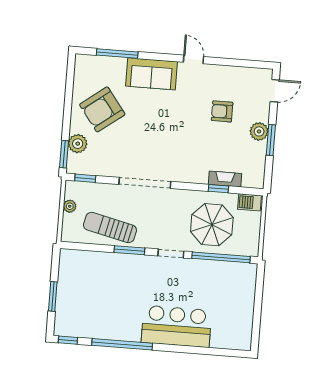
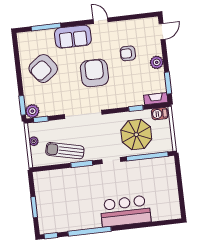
armchair: (171, 129) -> (94, 73), added
window: (271, 140) -> (168, 83), moved
plant: (78, 144) -> (32, 111), moved
fireplace: (225, 179) -> (156, 99), moved

